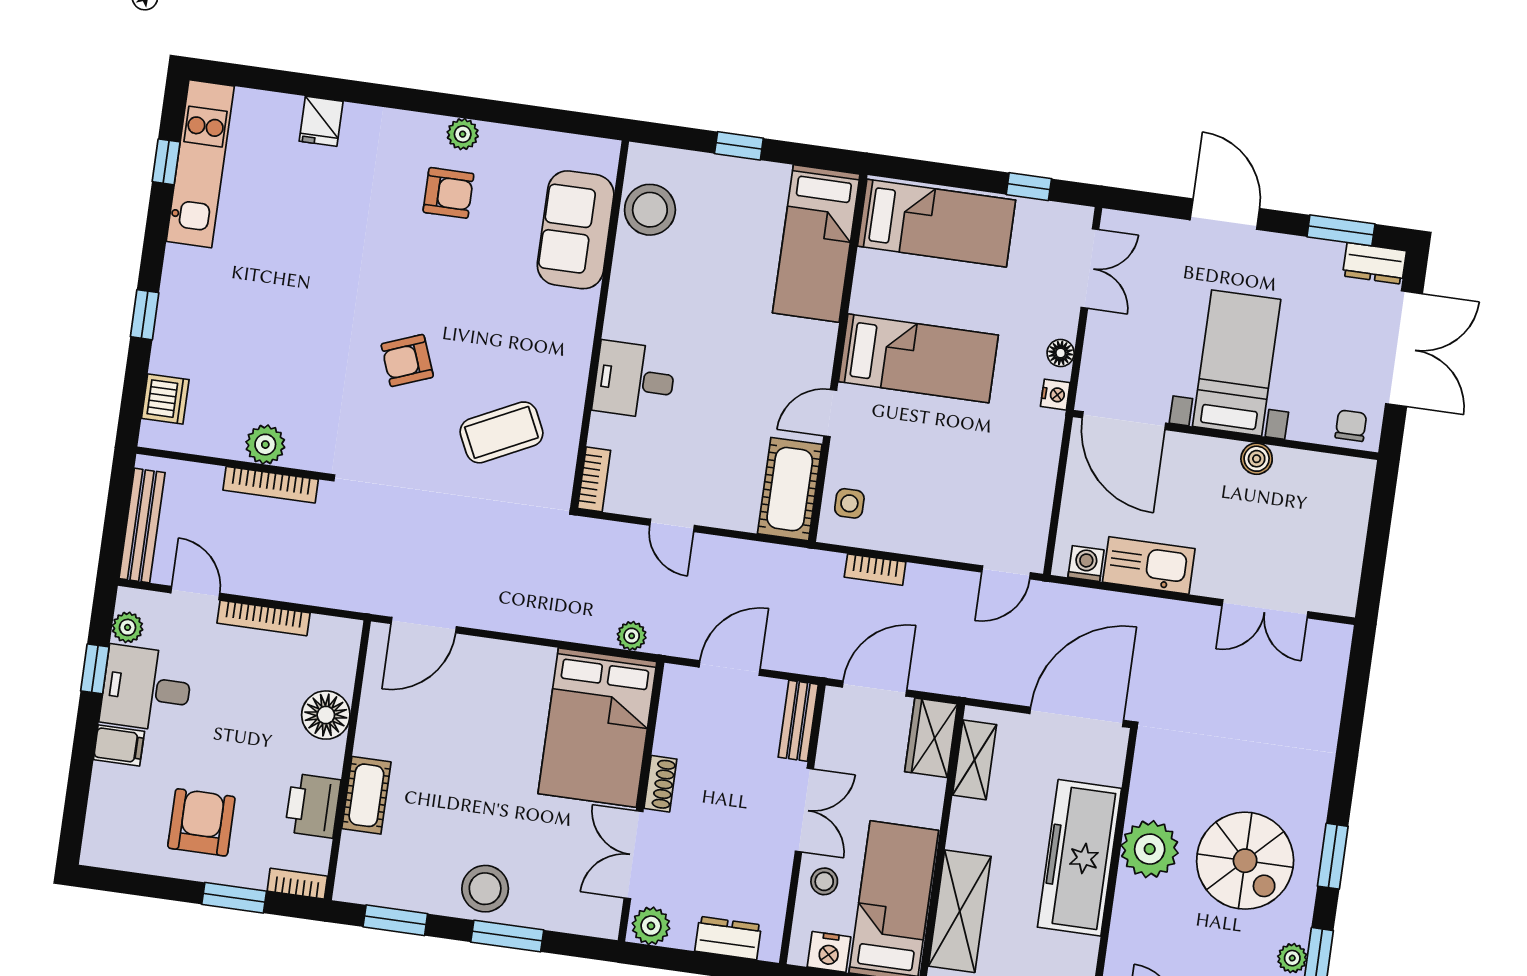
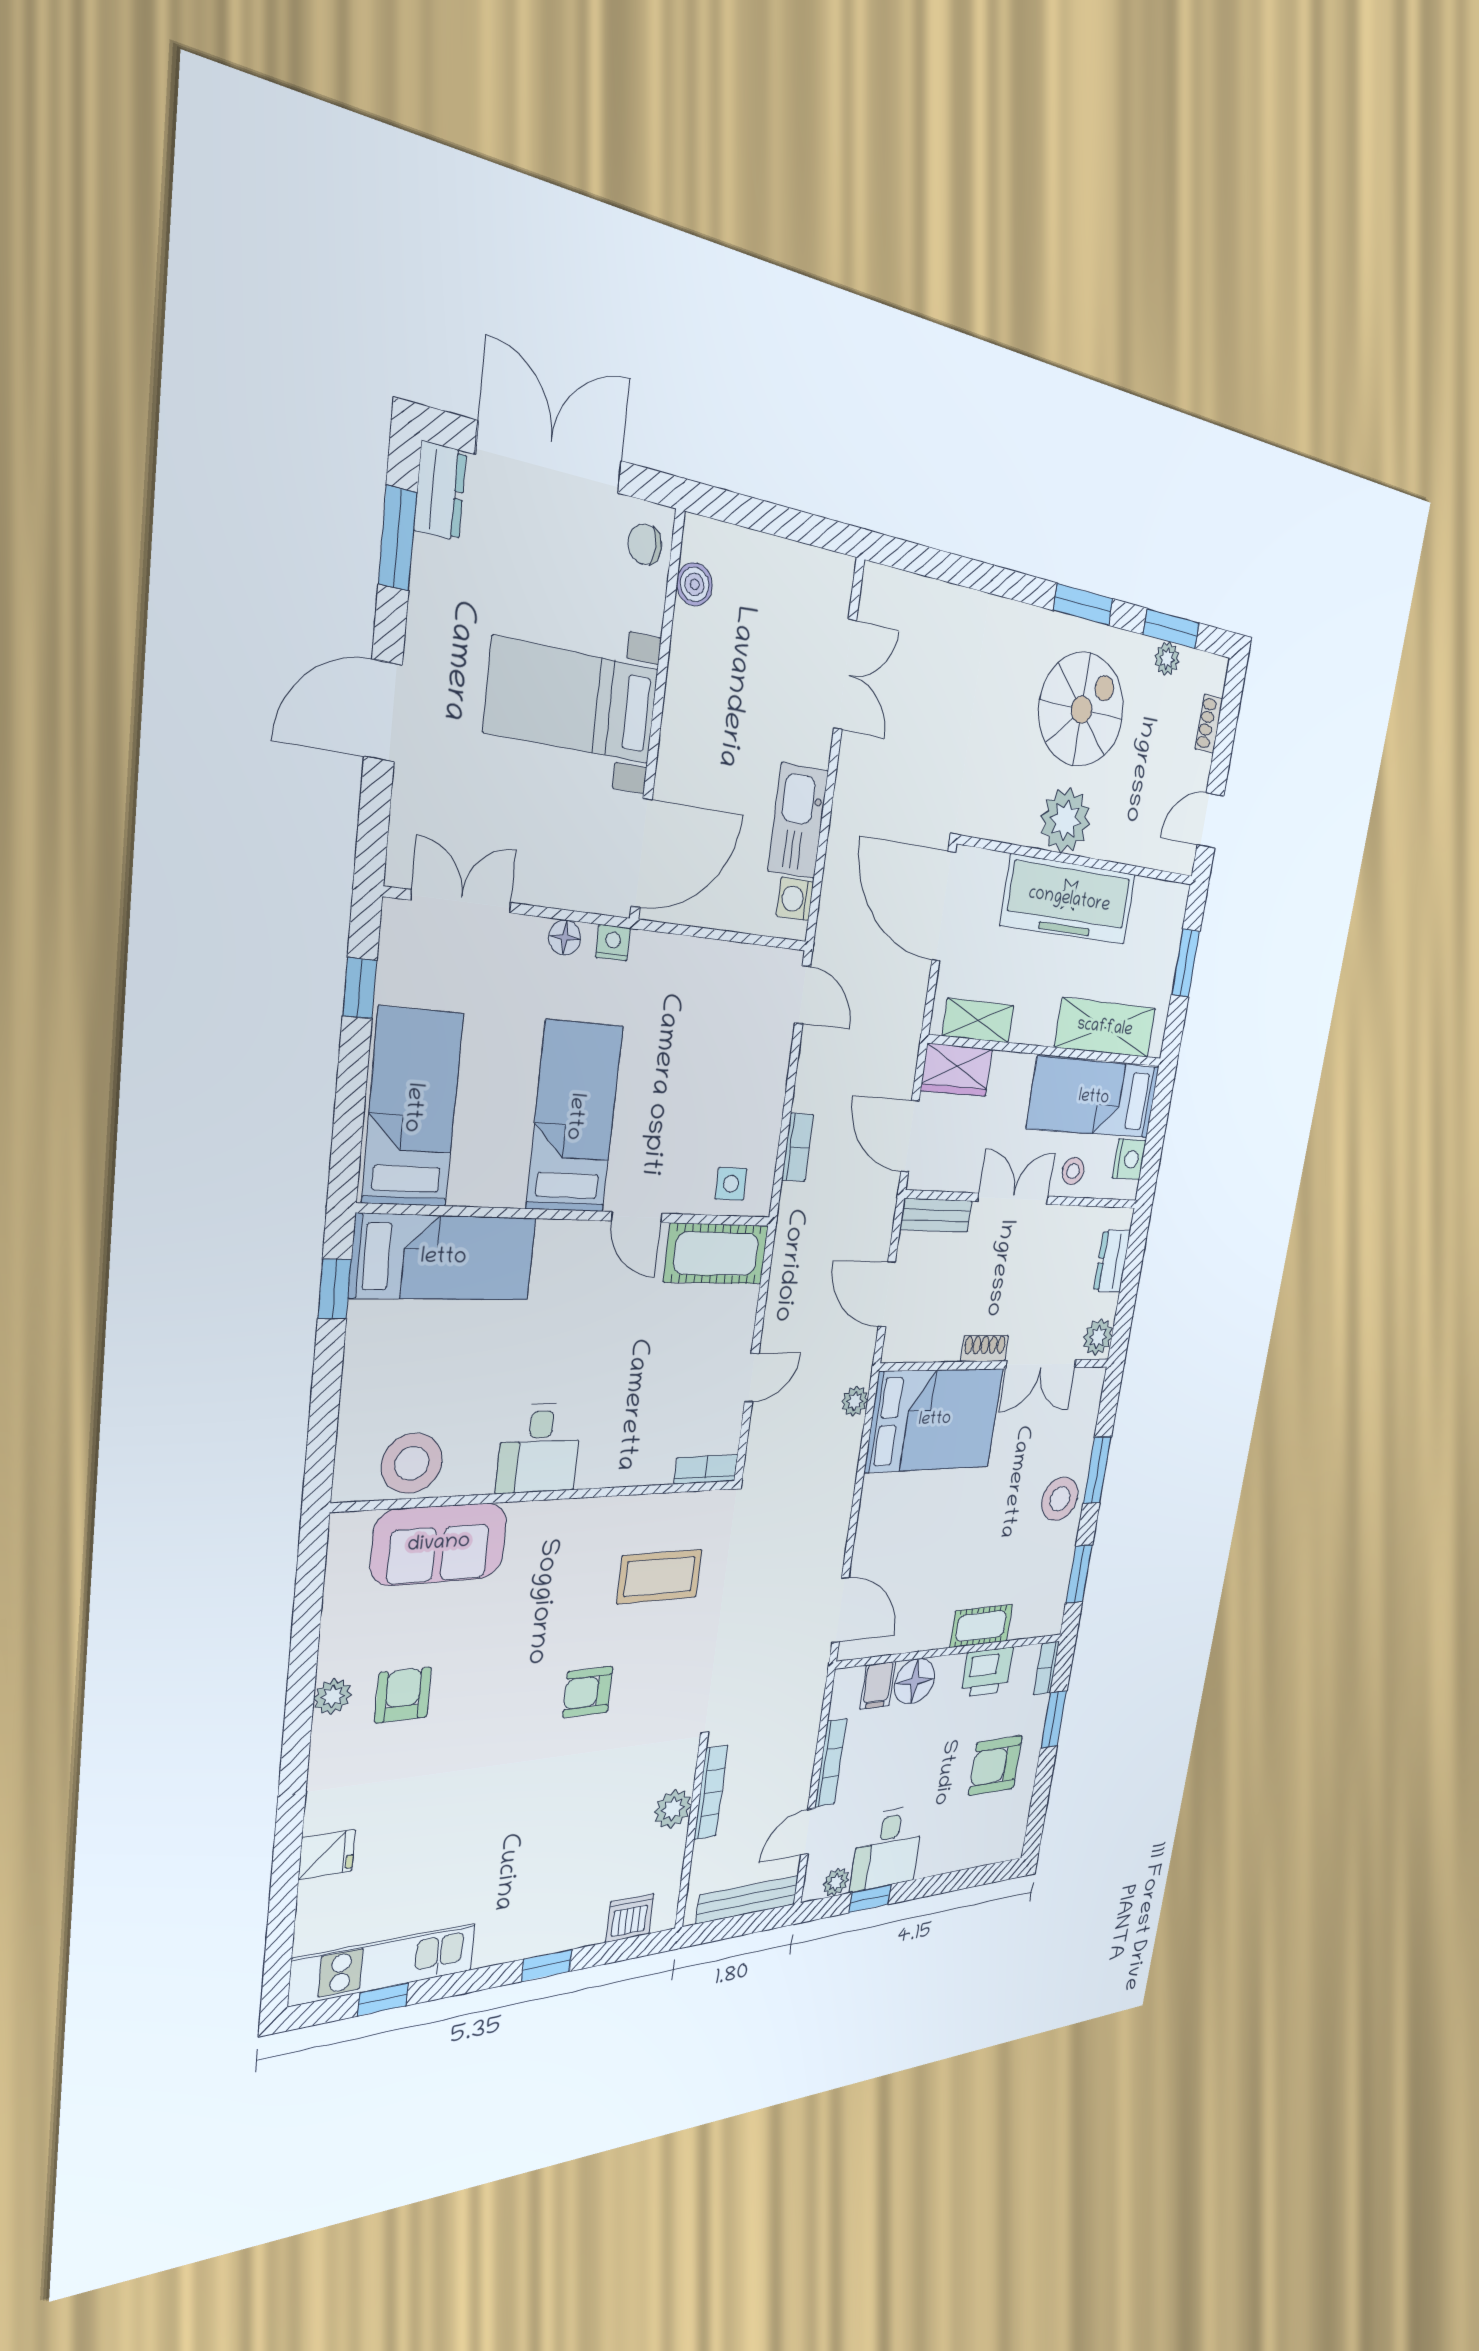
window: (739, 146) -> (334, 1289), moved
armchair: (407, 360) -> (588, 1692), turned 111
desk: (634, 380) -> (539, 1448), moved
coffee table: (502, 432) -> (660, 1577), turned -64
boiler: (1257, 459) -> (695, 584), moved
filing cabinet: (119, 745) -> (878, 1685), moved, turned 180

